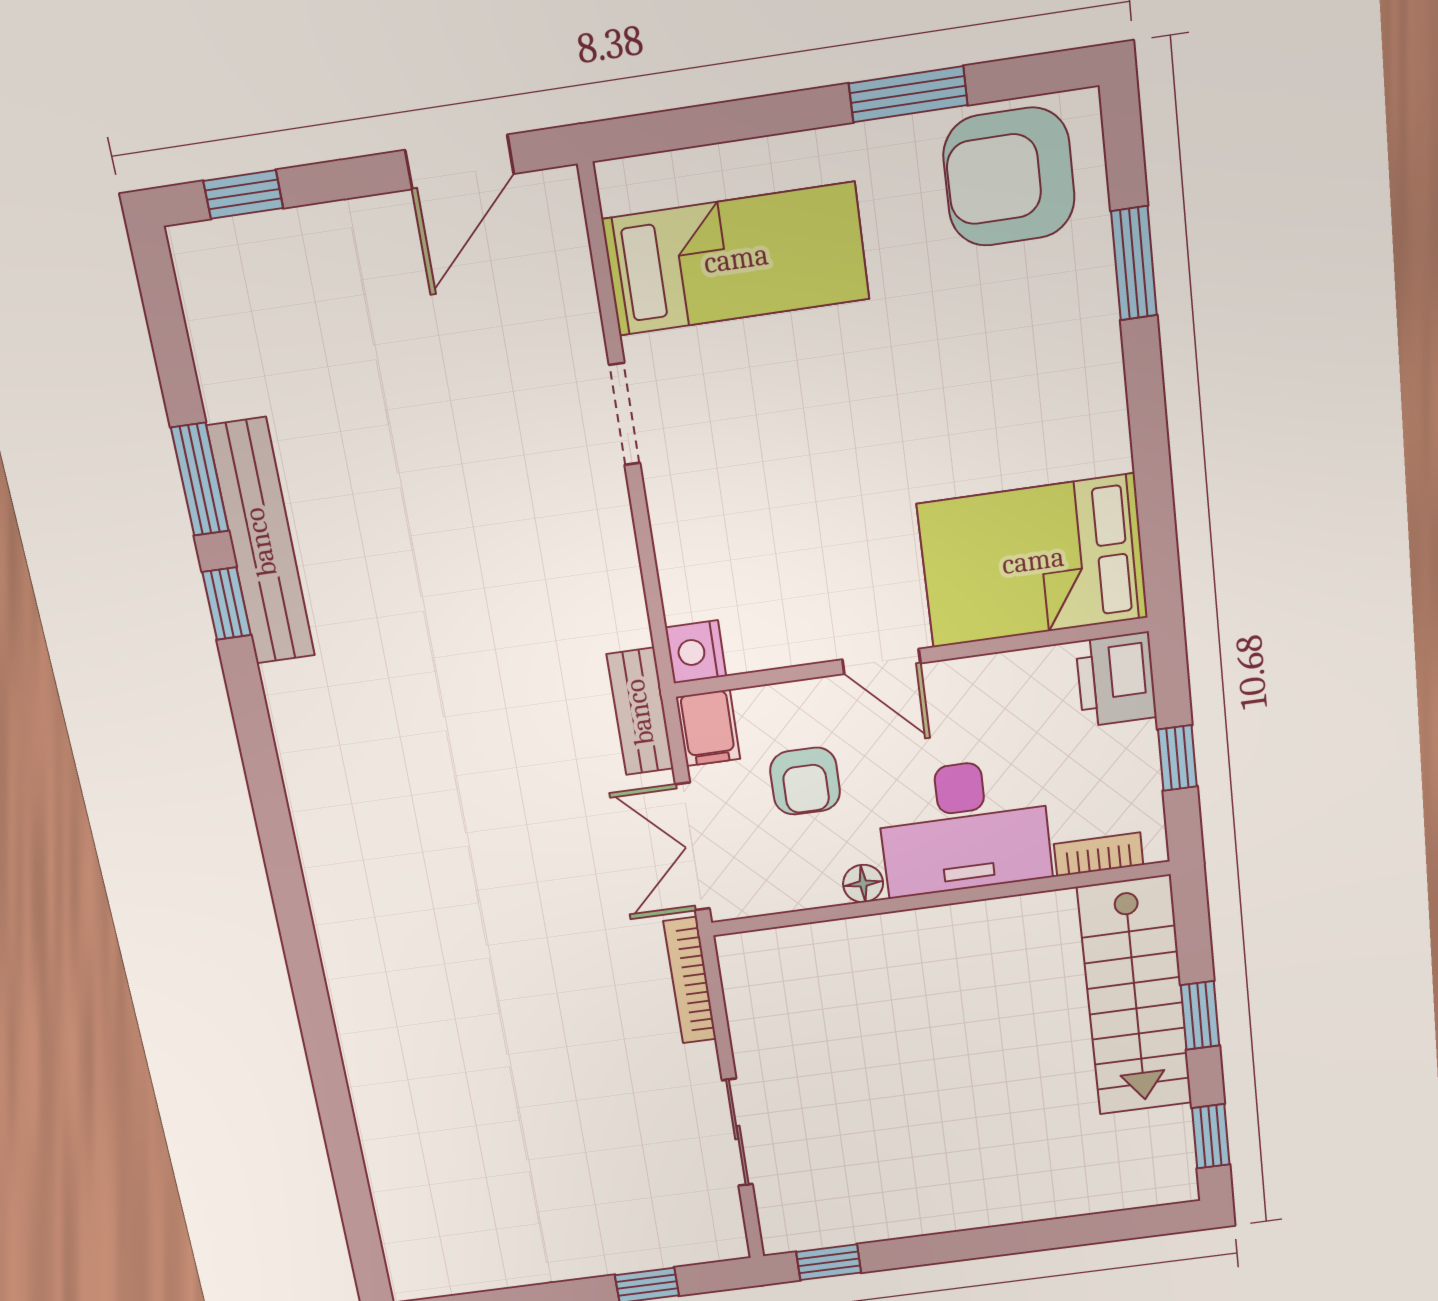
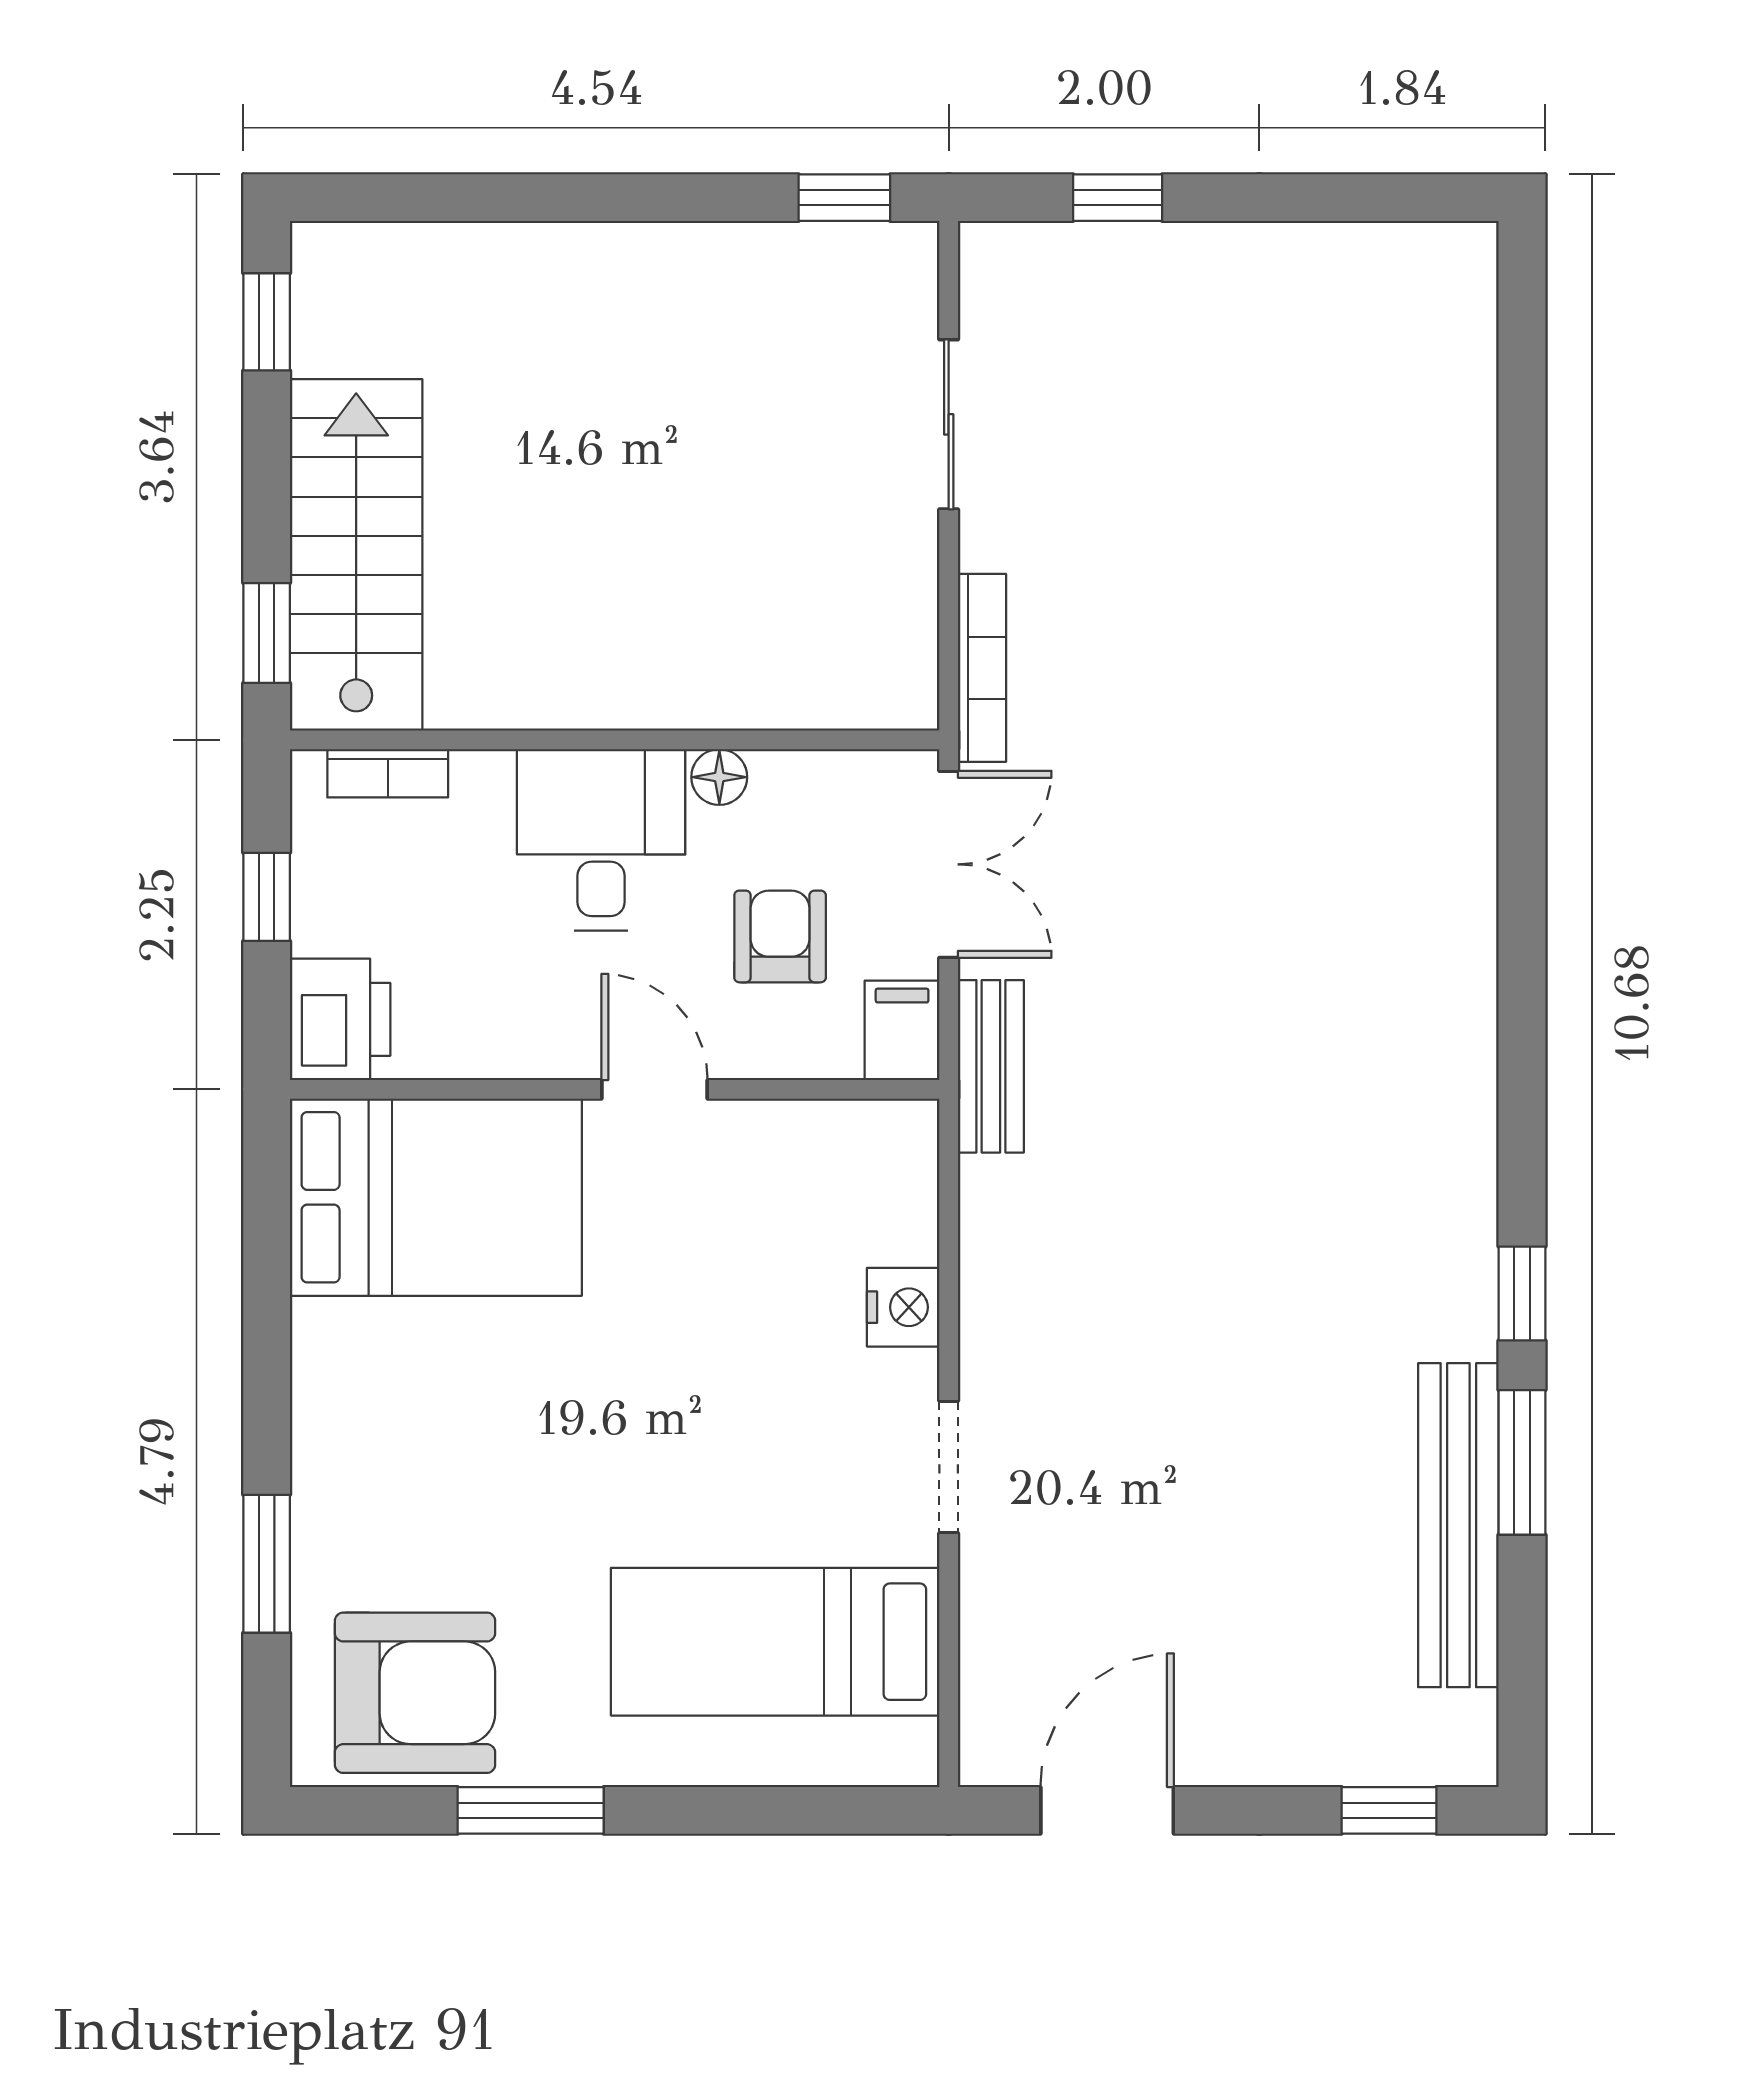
bench: (261, 542) -> (1458, 1525), moved
nightstand: (696, 652) -> (903, 1307), moved
desk: (964, 827) -> (601, 840), width x0.73
window: (1200, 1015) -> (267, 633), moved

